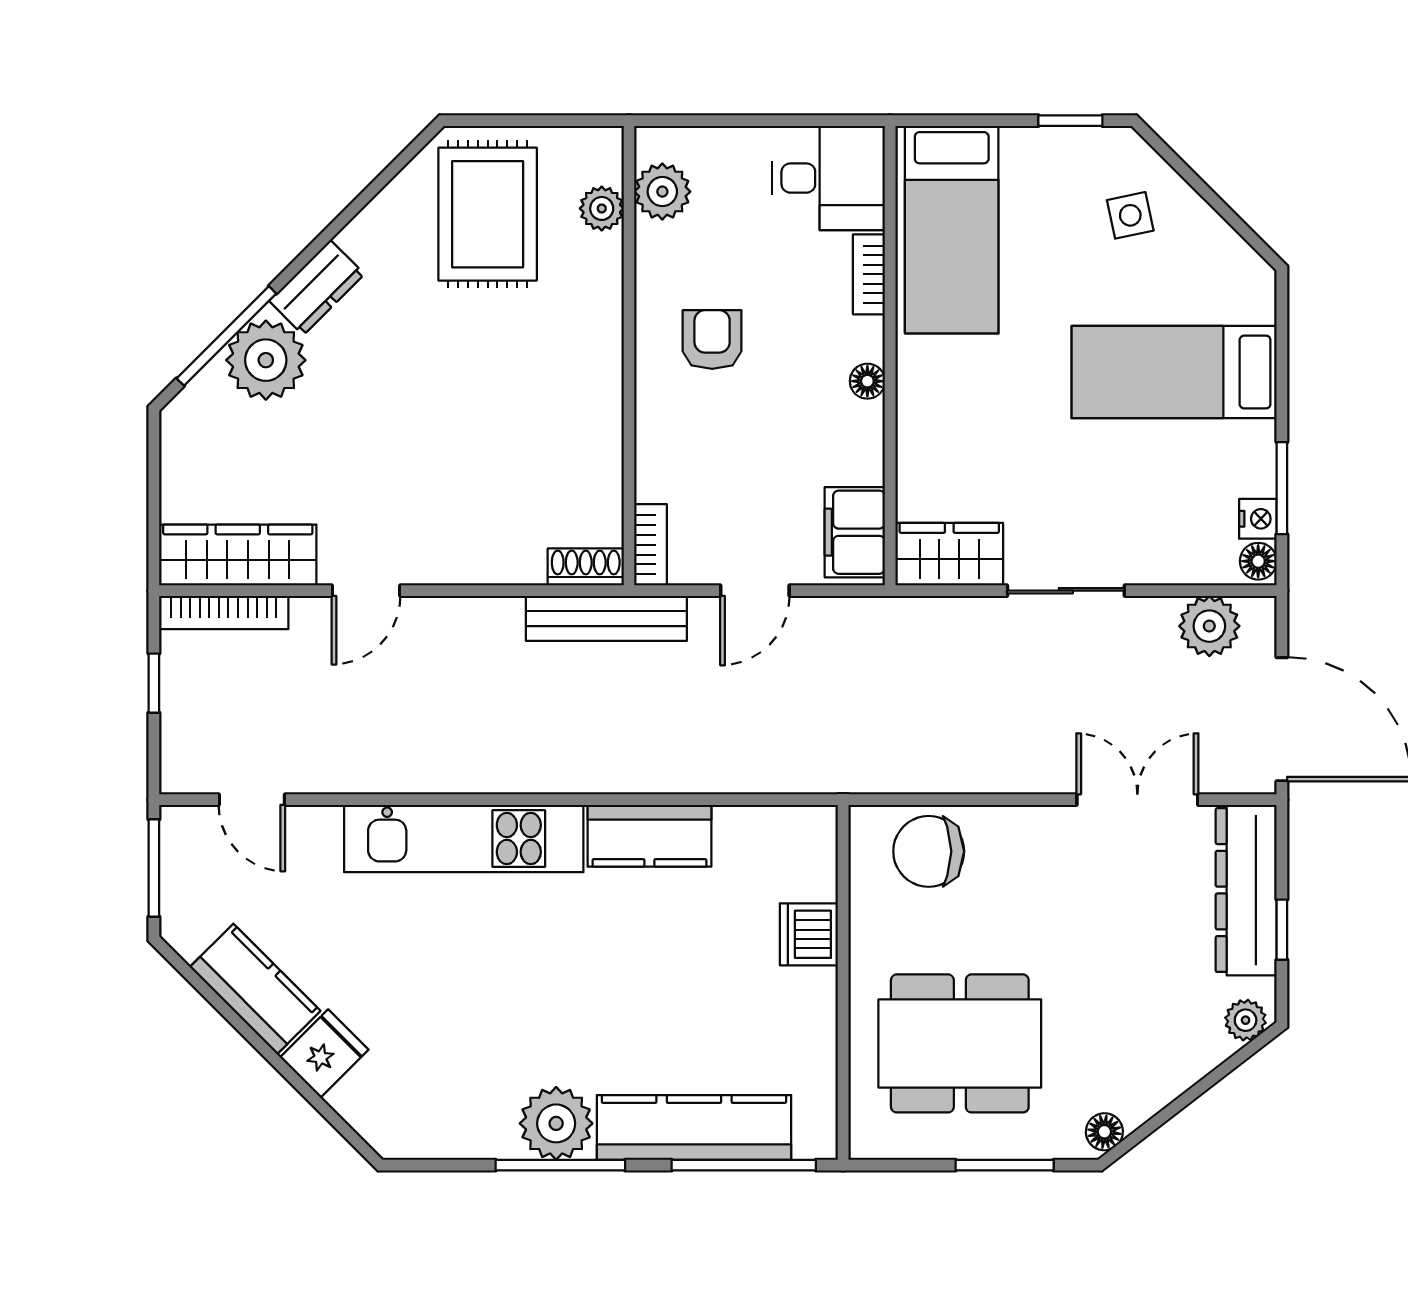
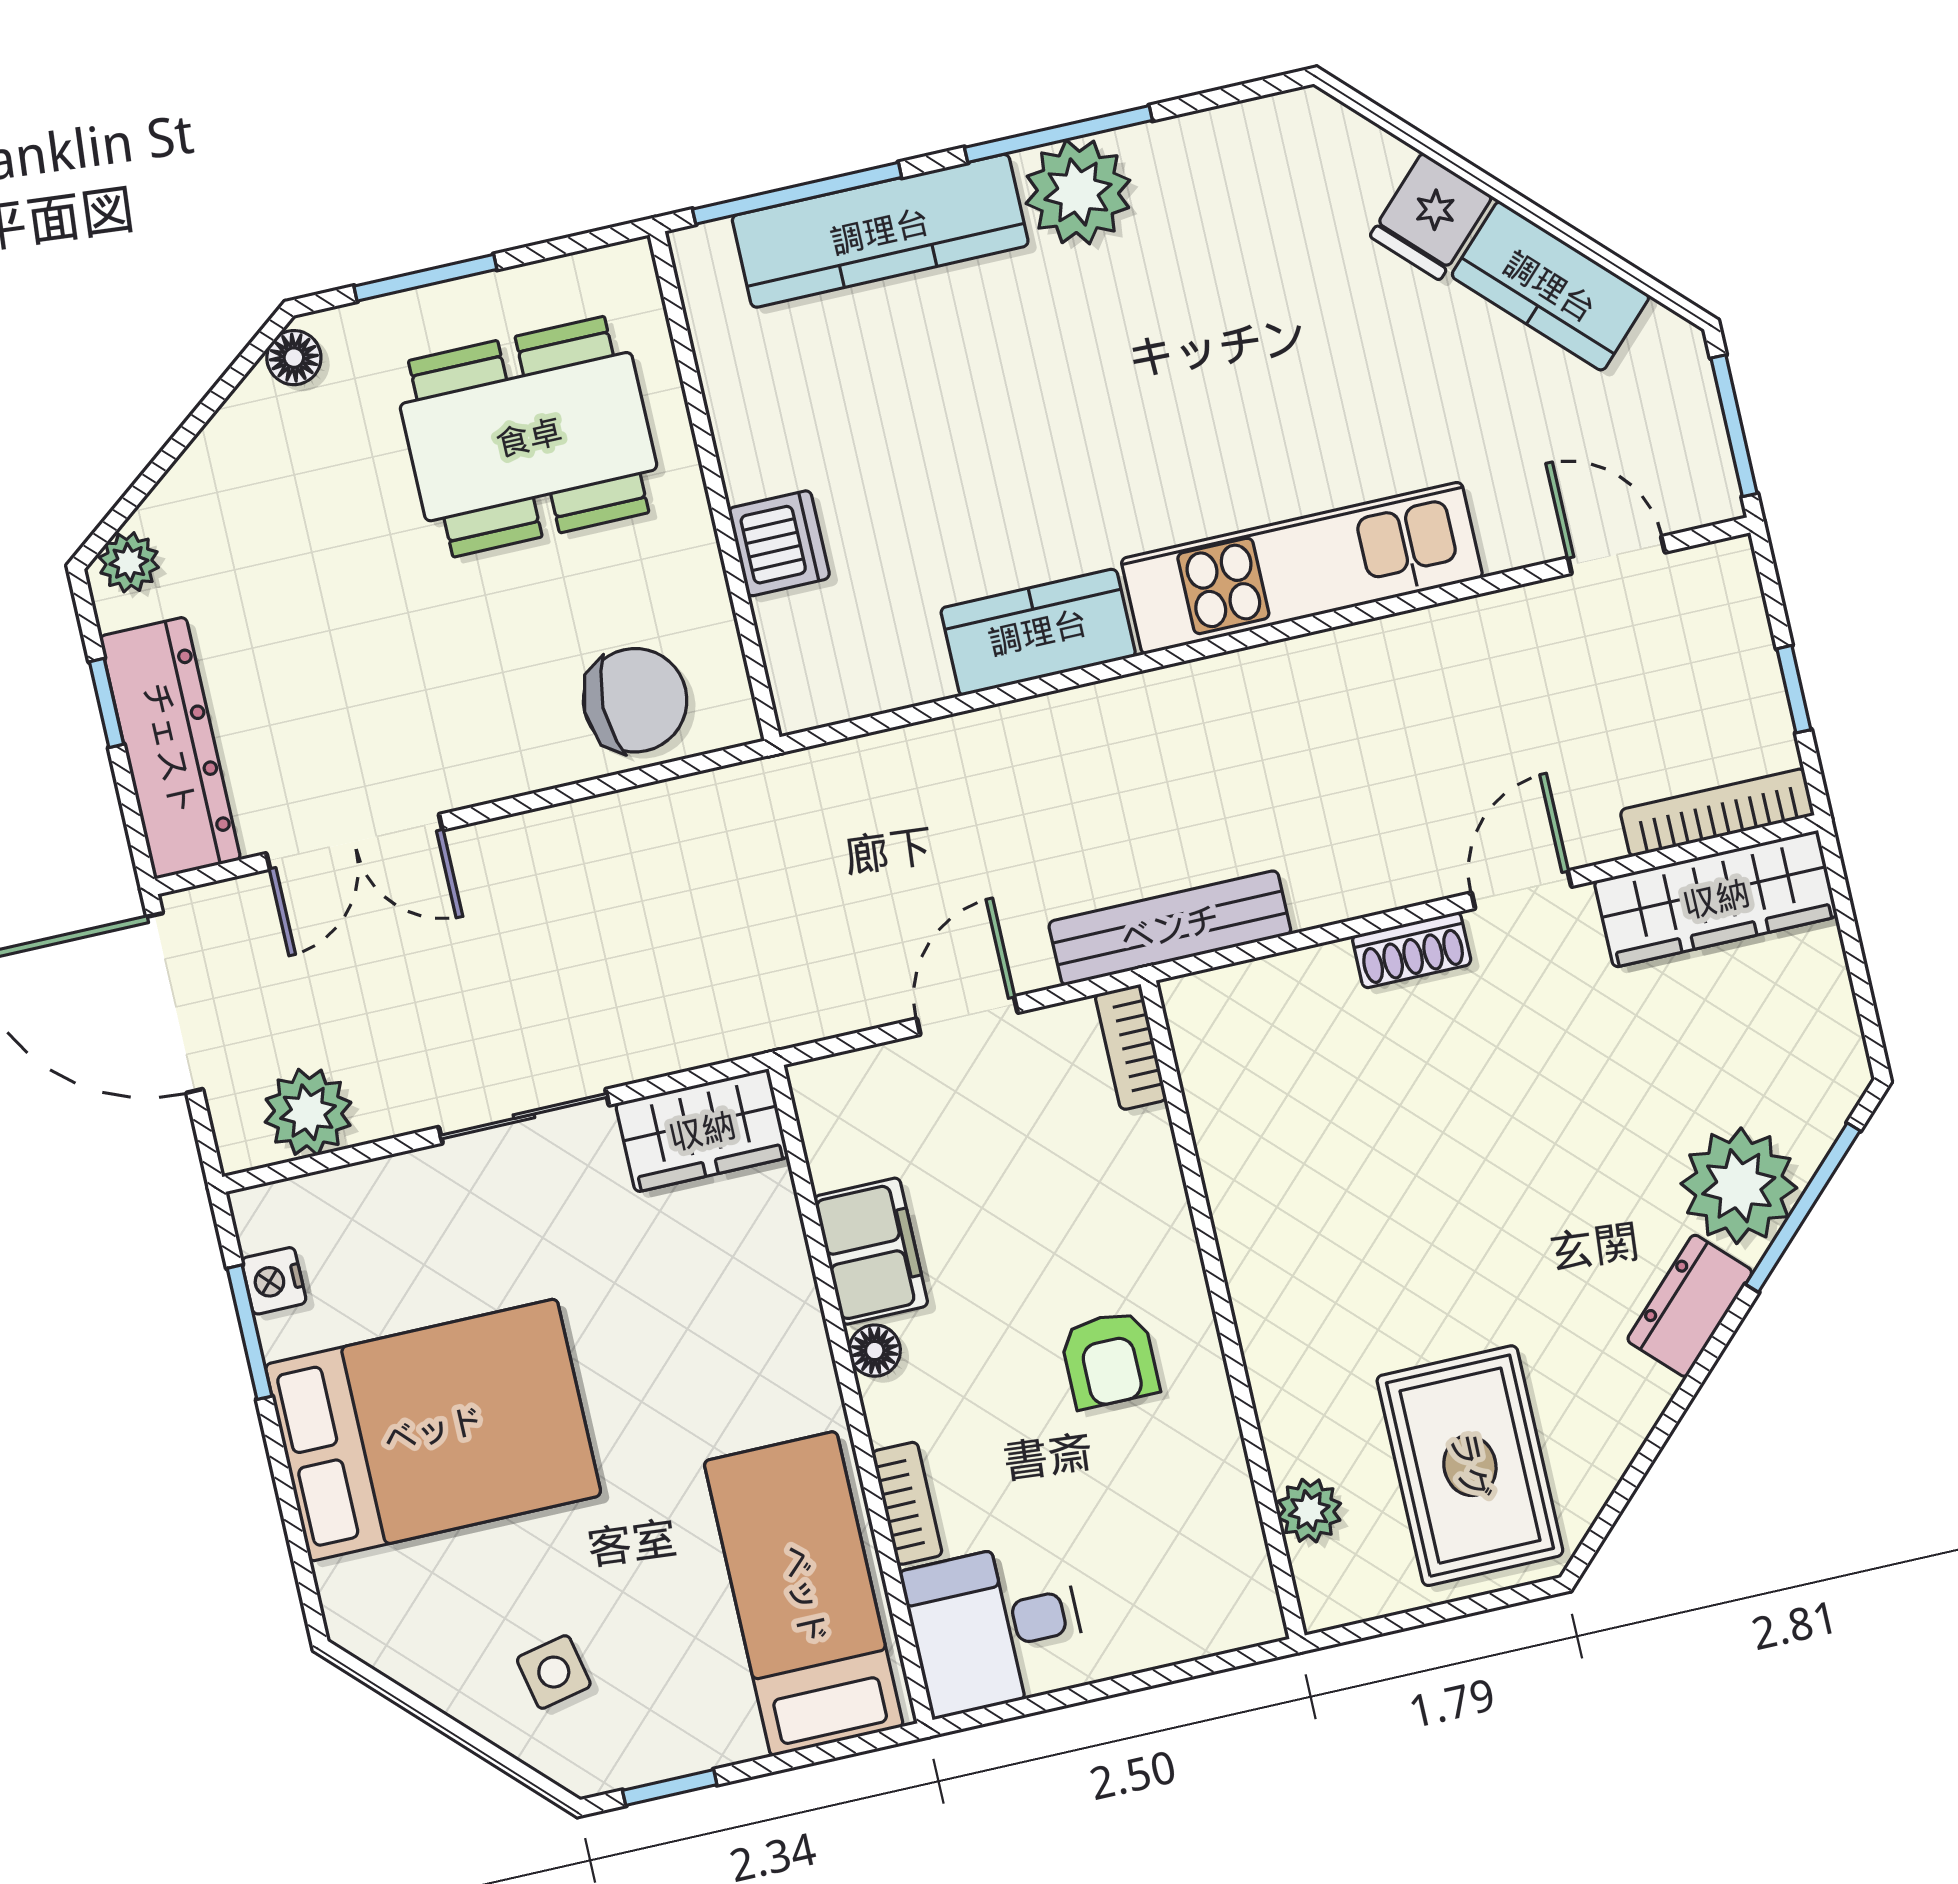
plant: (662, 192) -> (1228, 1554), removed
bed: (1174, 372) -> (433, 1430), width x1.50
filing cabinet: (855, 532) -> (871, 1251), moved
floor lamp: (1258, 561) -> (259, 1221), removed
shoe rack: (586, 567) -> (1412, 950), moved

